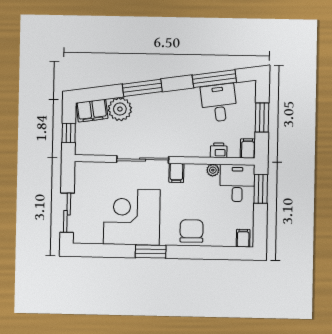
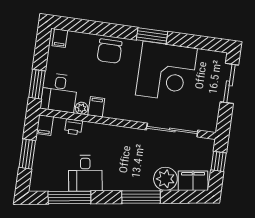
desk: (219, 103) -> (85, 173), moved
sliding door: (143, 159) -> (172, 130), moved
filing cabinet: (176, 173) -> (96, 107), moved

